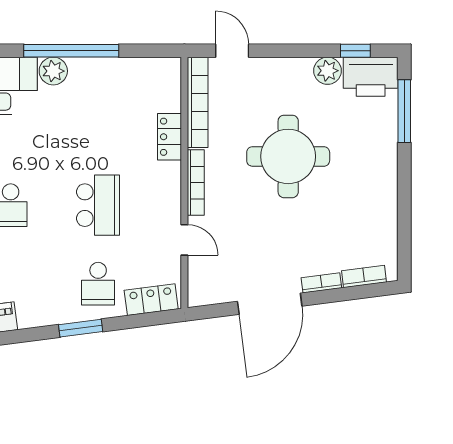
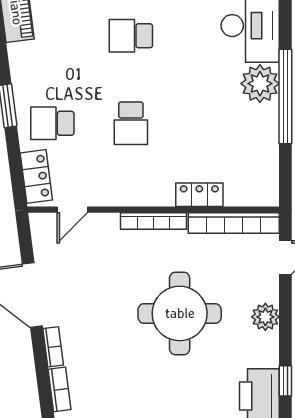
plant: (53, 71) -> (260, 84), width x1.36, depth x1.36
plant: (328, 71) -> (265, 317), moved
school desk: (98, 205) -> (131, 123), width x0.54
door: (184, 240) -> (72, 210), moved

